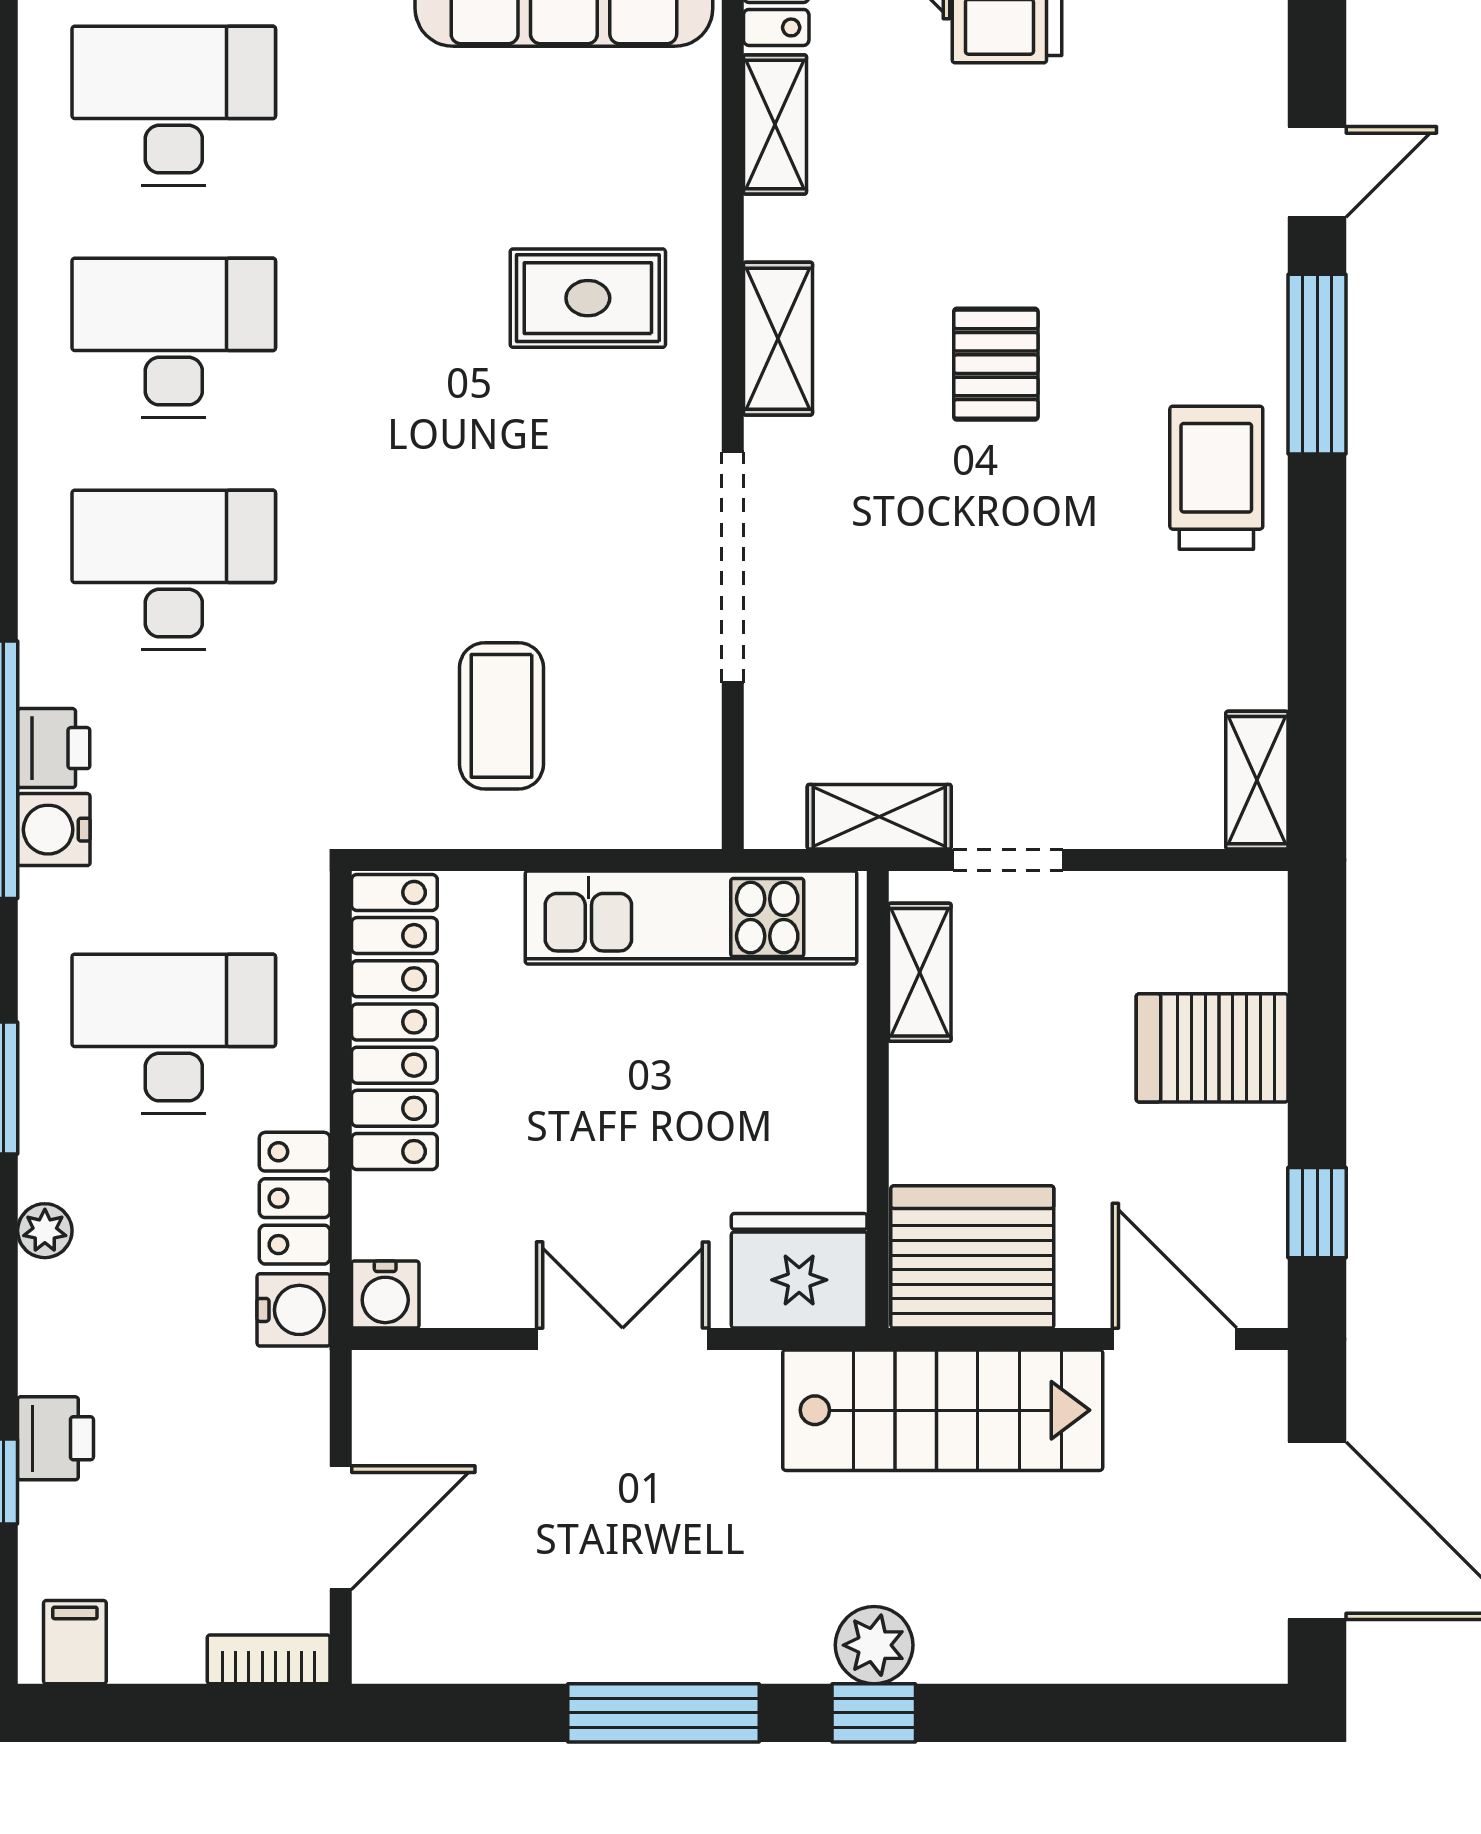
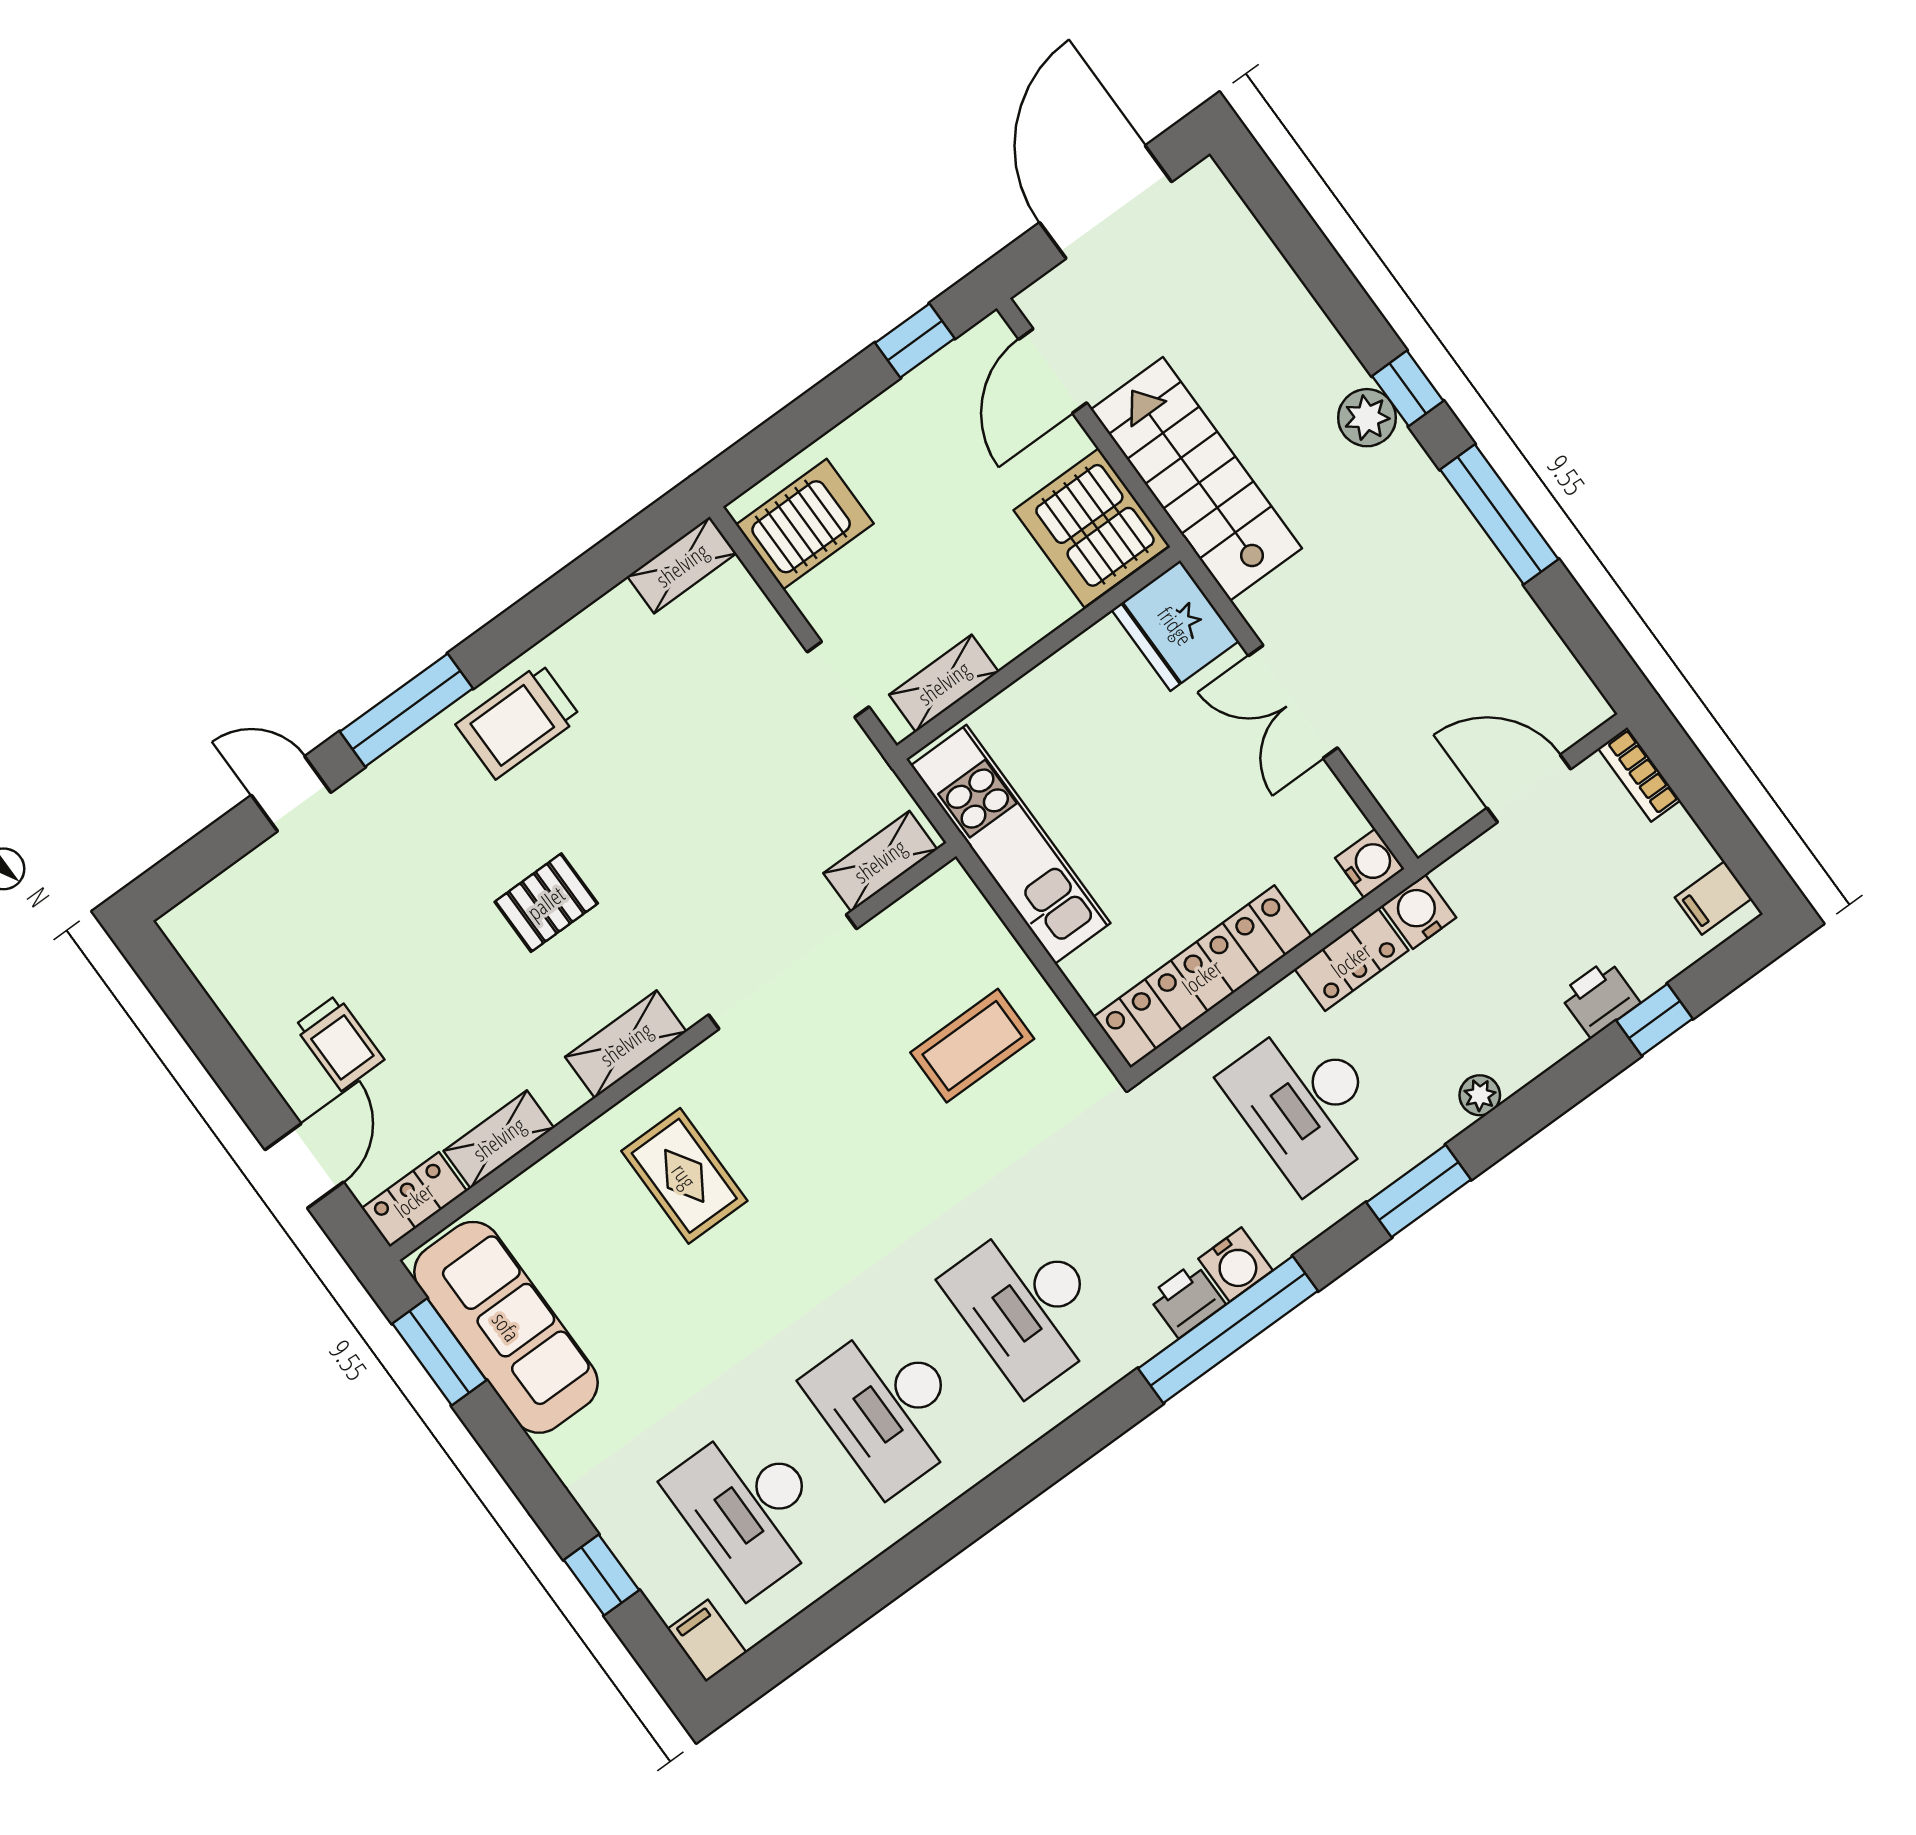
shelving: (879, 817) -> (880, 861), moved, turned 90
server rack: (1212, 1048) -> (805, 524), moved, turned -90

